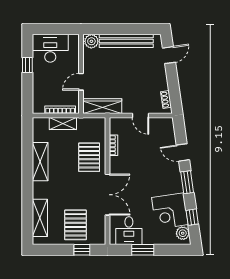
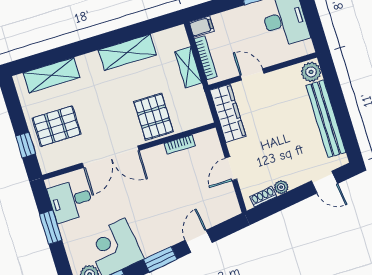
plant: (163, 85) -> (281, 187), added
filing cabinet: (38, 106) -> (202, 27), added
pallet: (89, 157) -> (154, 117), turned 90

